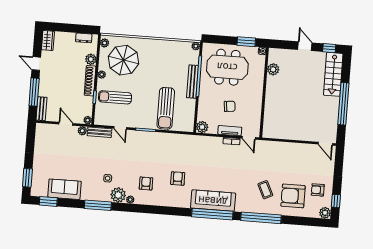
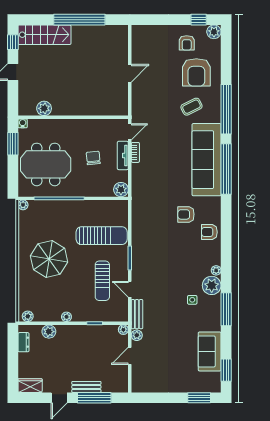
parasol: (124, 60) -> (49, 259), moved
meeting table: (227, 67) -> (46, 164), turned 90
shoe rack: (90, 81) -> (75, 330), removed
bench: (192, 82) -> (67, 206), removed
sun lounger: (115, 97) -> (102, 281), moved
bench: (42, 109) -> (86, 387), moved
door: (120, 128) -> (130, 289), swing flipped
door: (325, 144) -> (130, 73), moved
armchair: (146, 183) -> (209, 232), moved
sofa: (213, 201) -> (207, 160), width x1.36, depth x1.27

